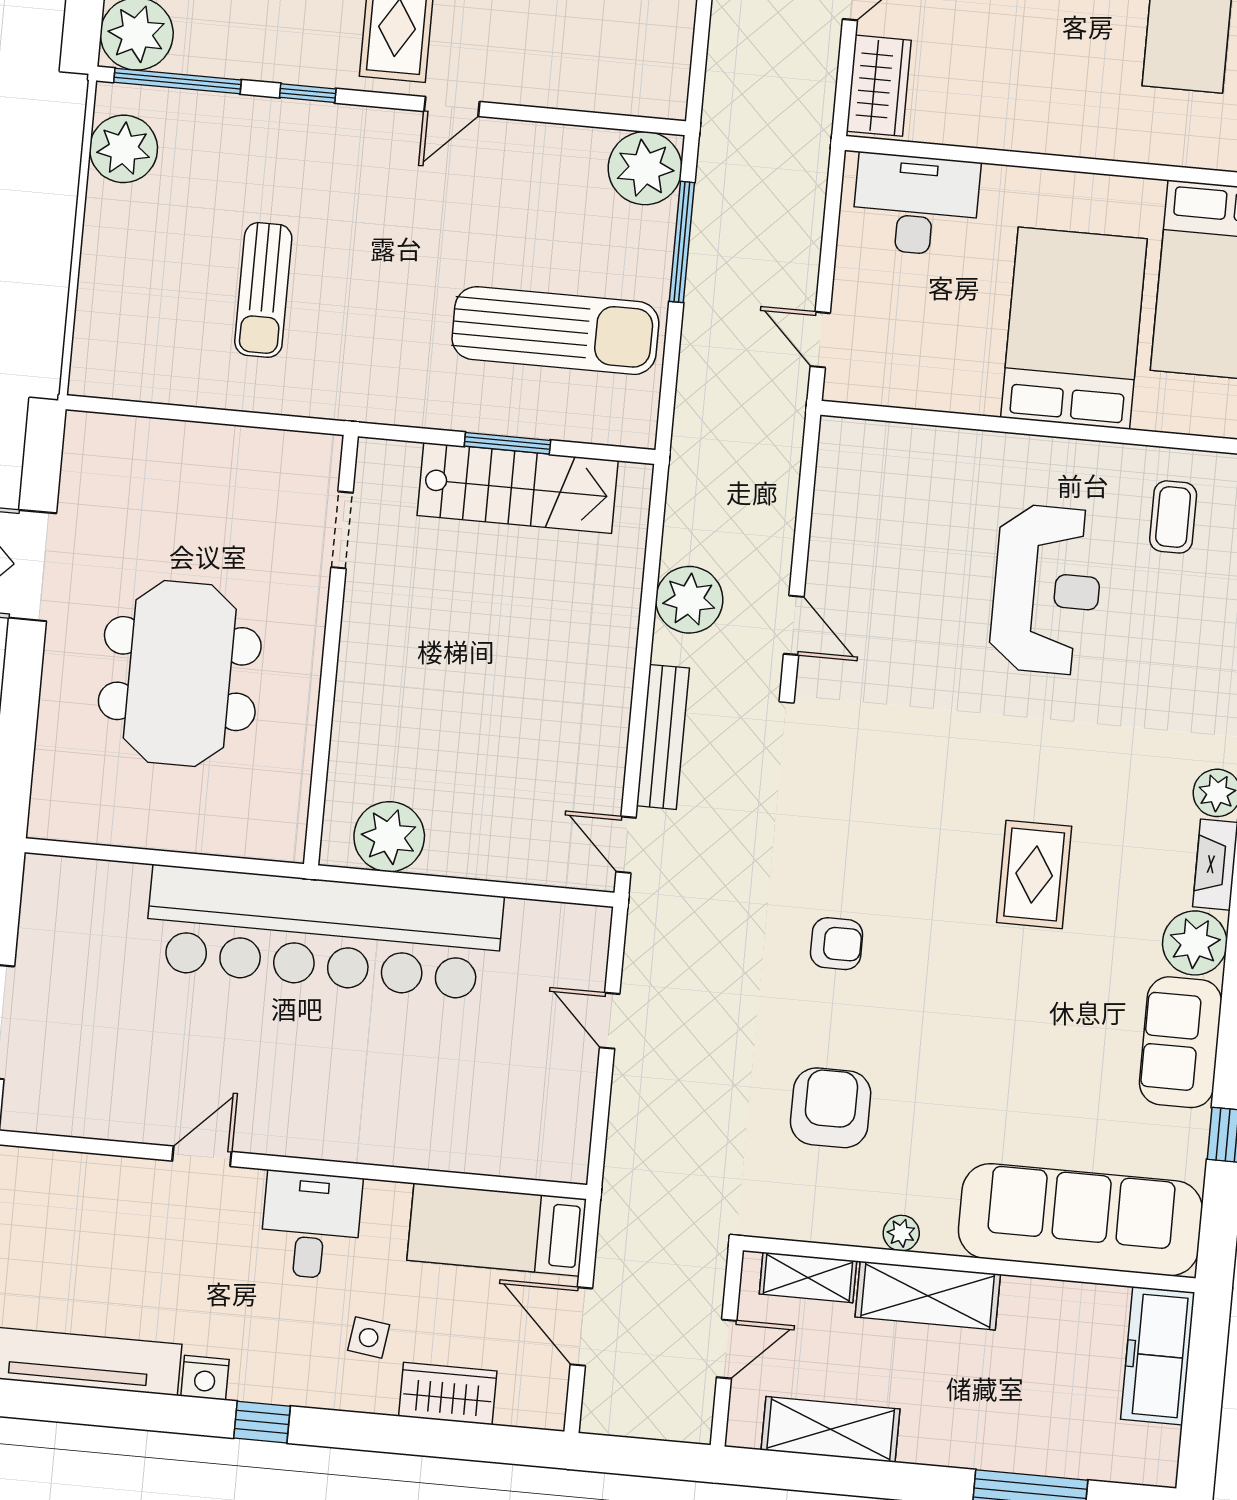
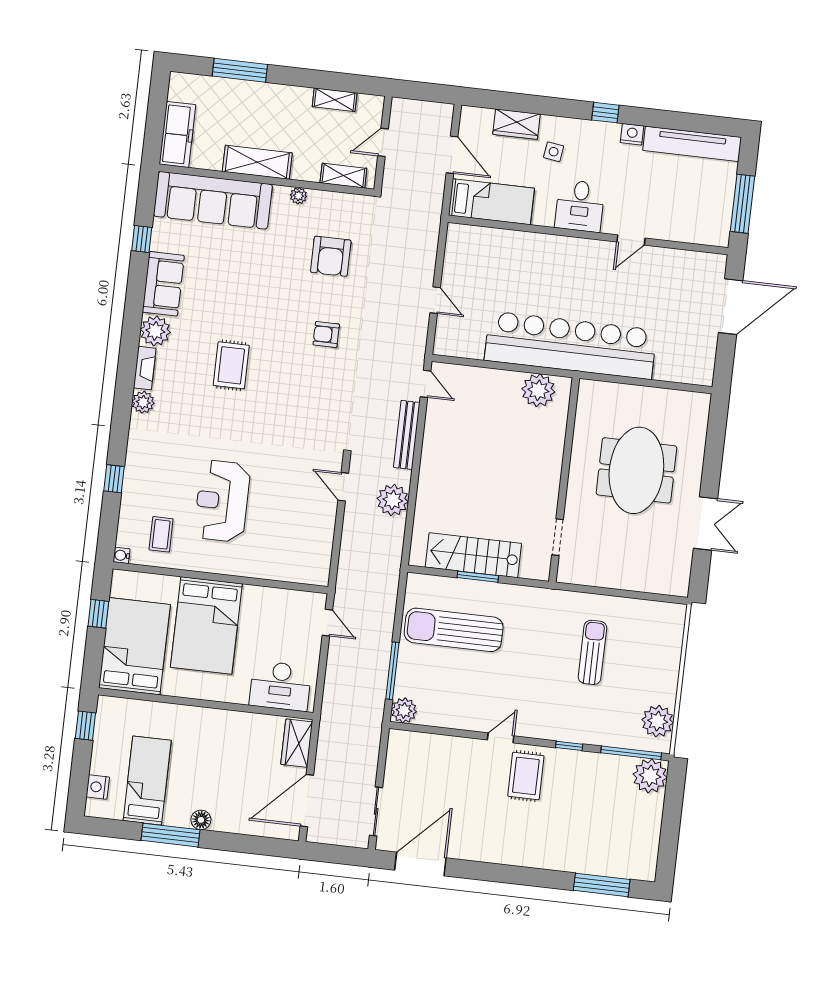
plant: (645, 168) -> (404, 710), width x0.73, depth x0.73
shelving: (928, 1296) -> (257, 162), moved
shelving: (831, 1429) -> (335, 100), width x0.67, depth x0.75

